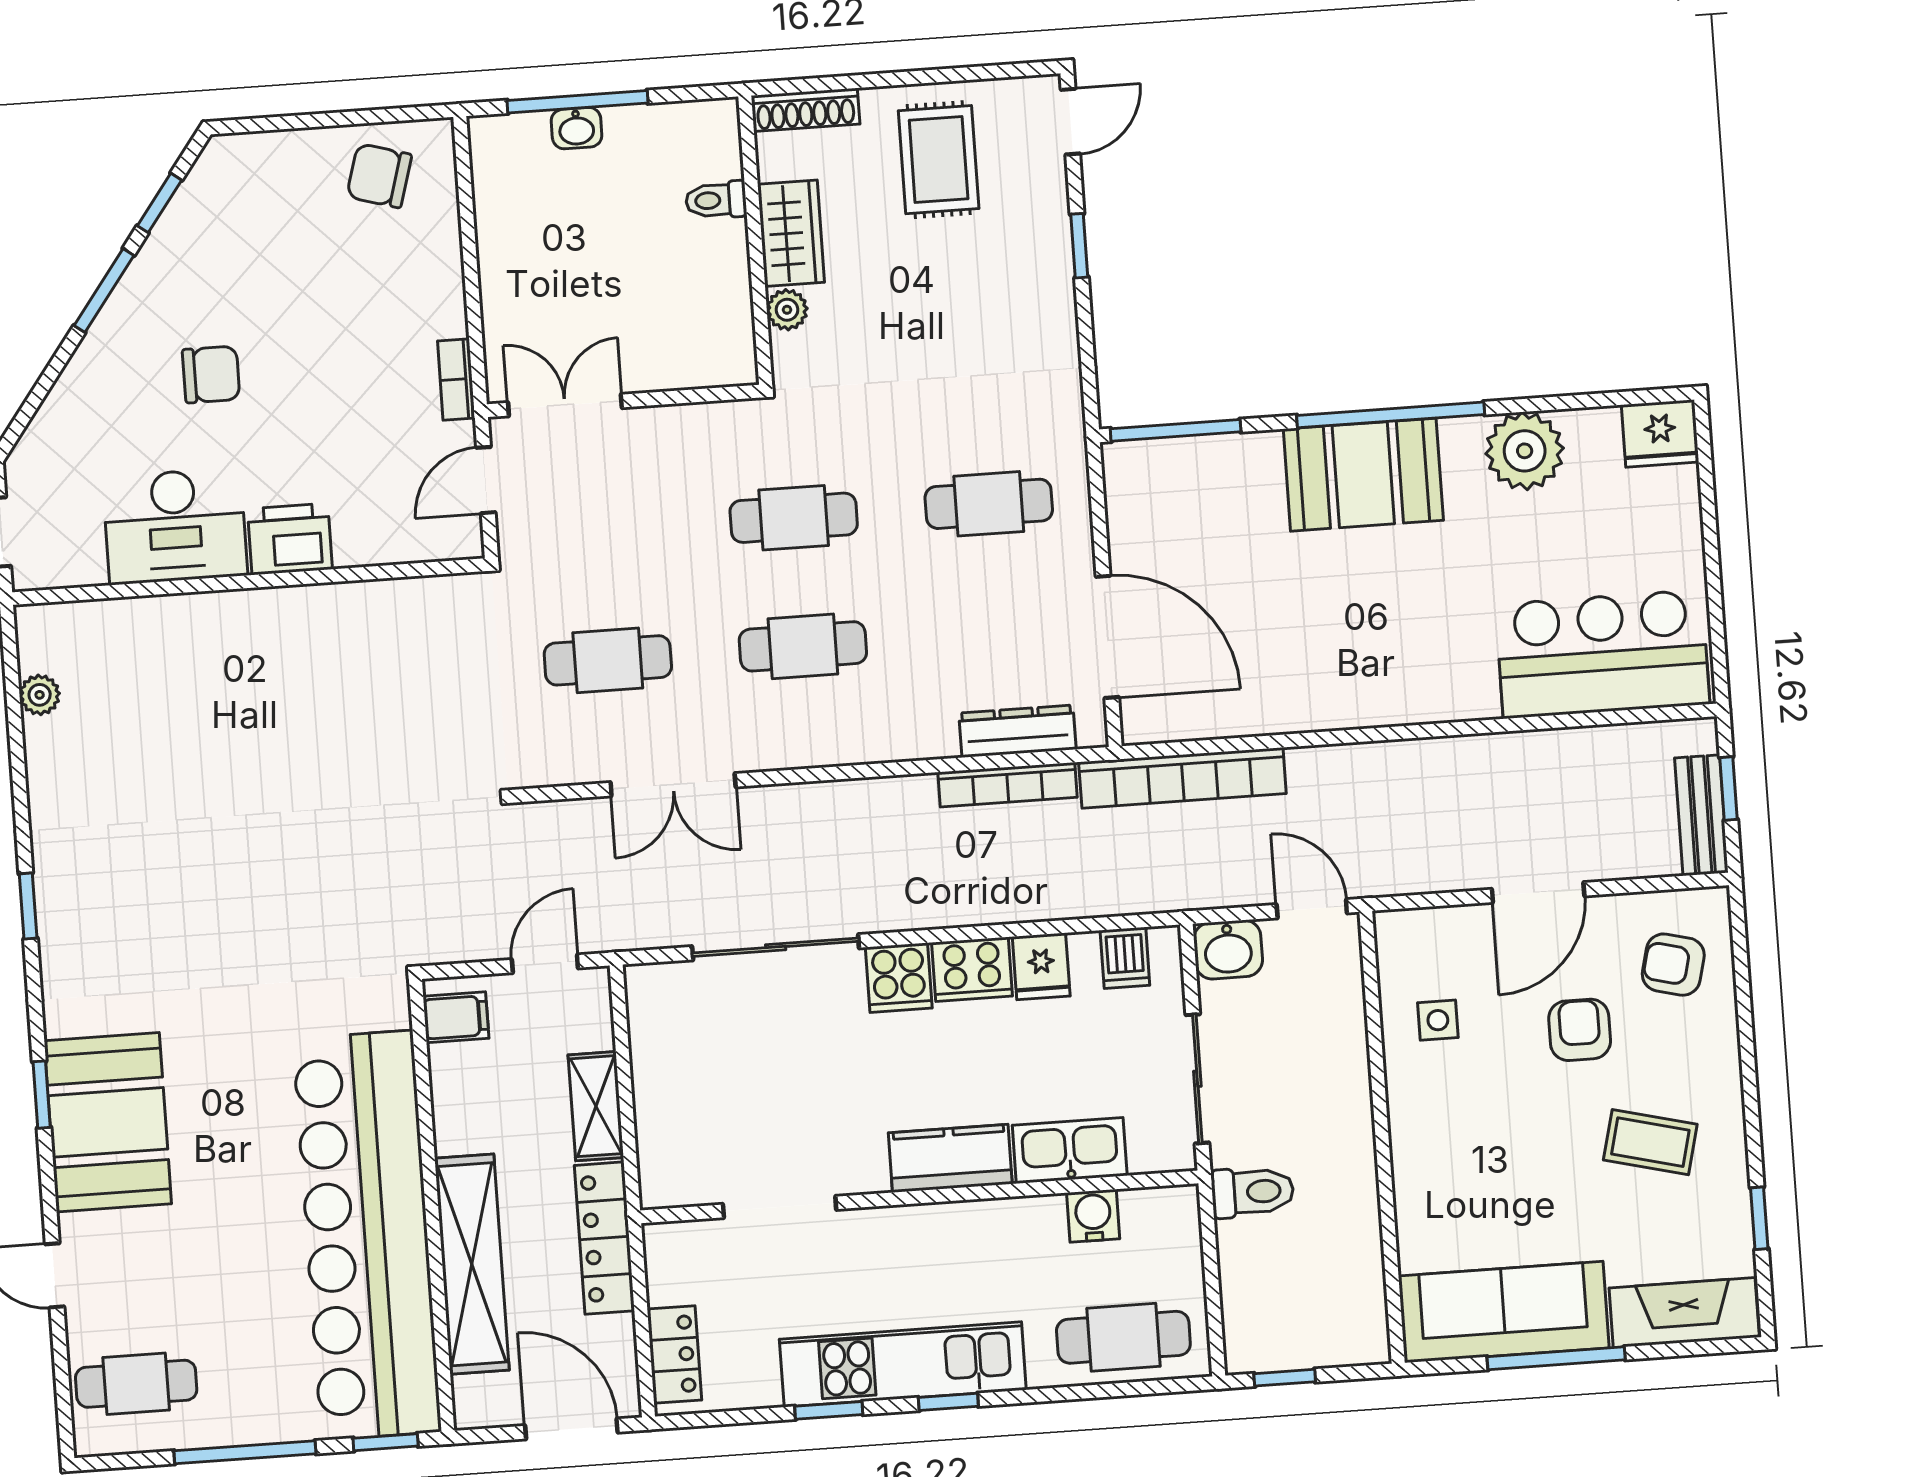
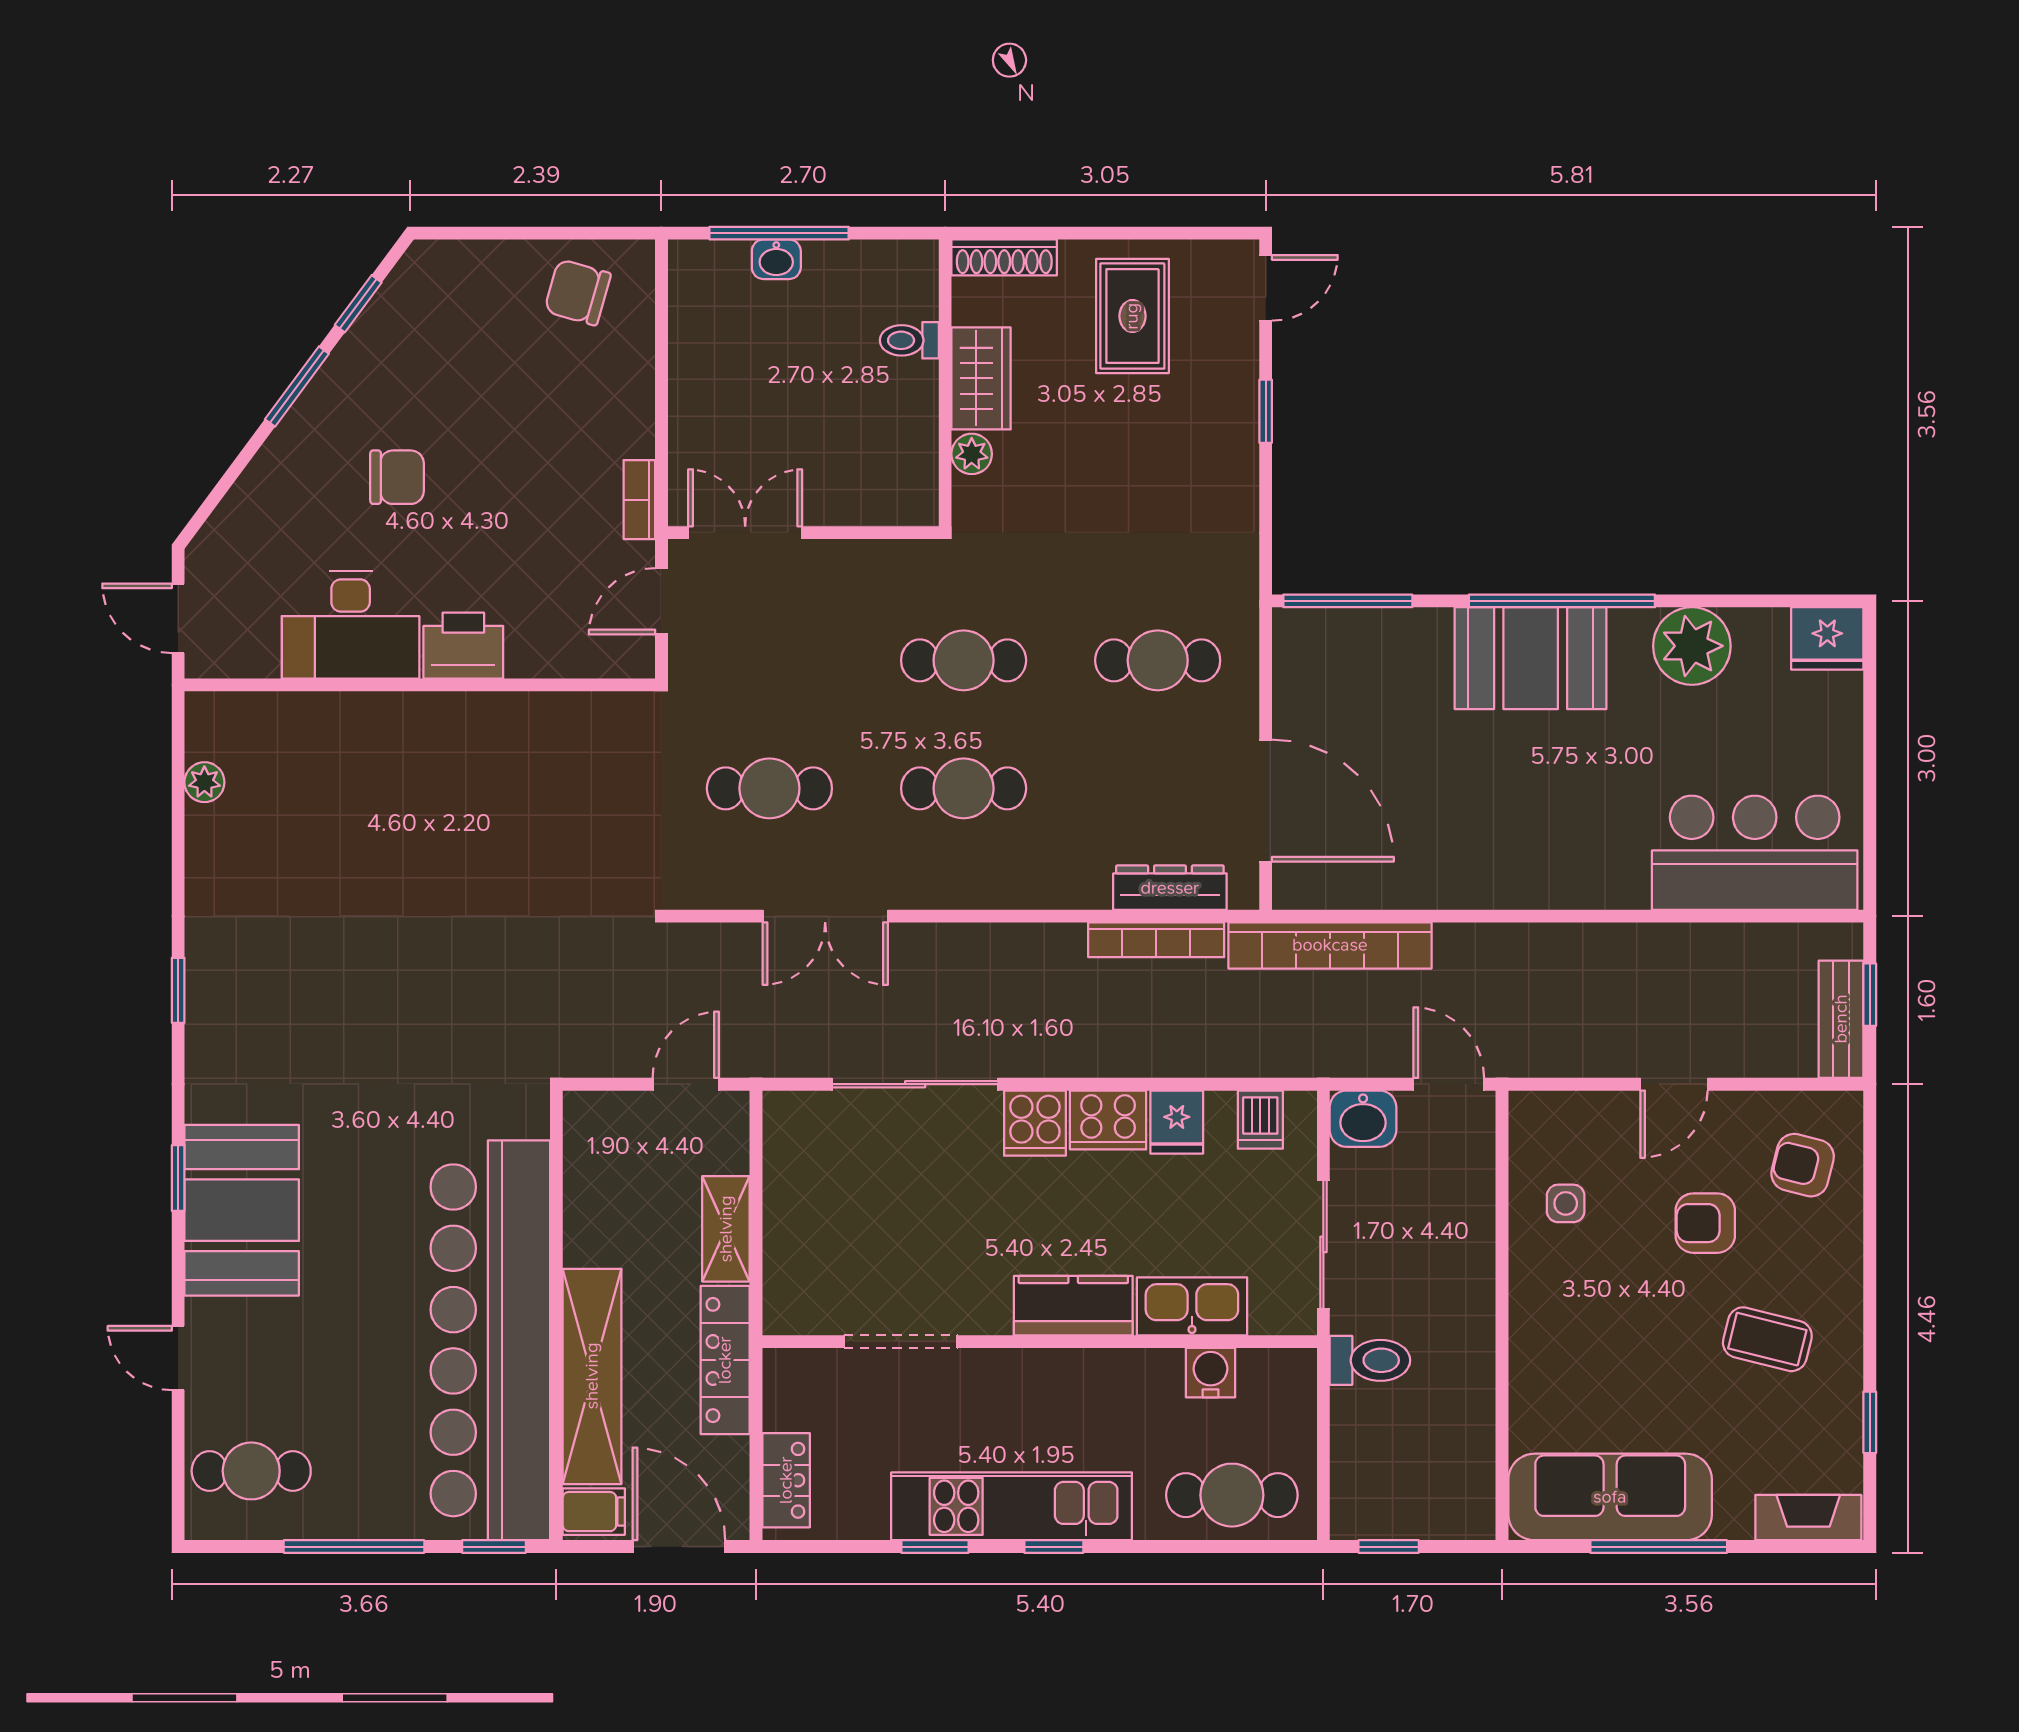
door: (1538, 893) -> (1674, 1084), width x0.73
filing cabinet: (456, 1017) -> (594, 1512), moved
armchair: (1580, 1030) -> (1705, 1223), turned -90
fireplace: (1684, 1313) -> (1808, 1518), width x0.73, depth x0.76

